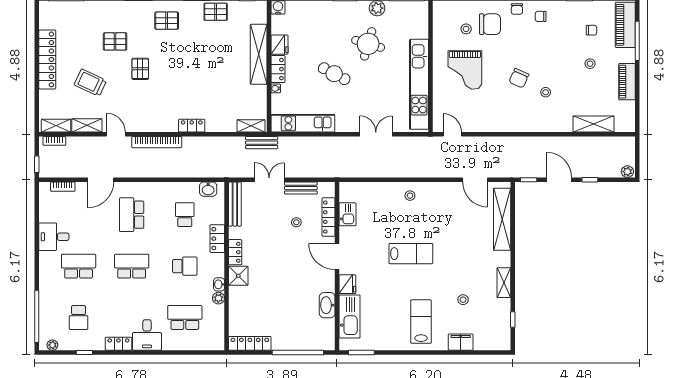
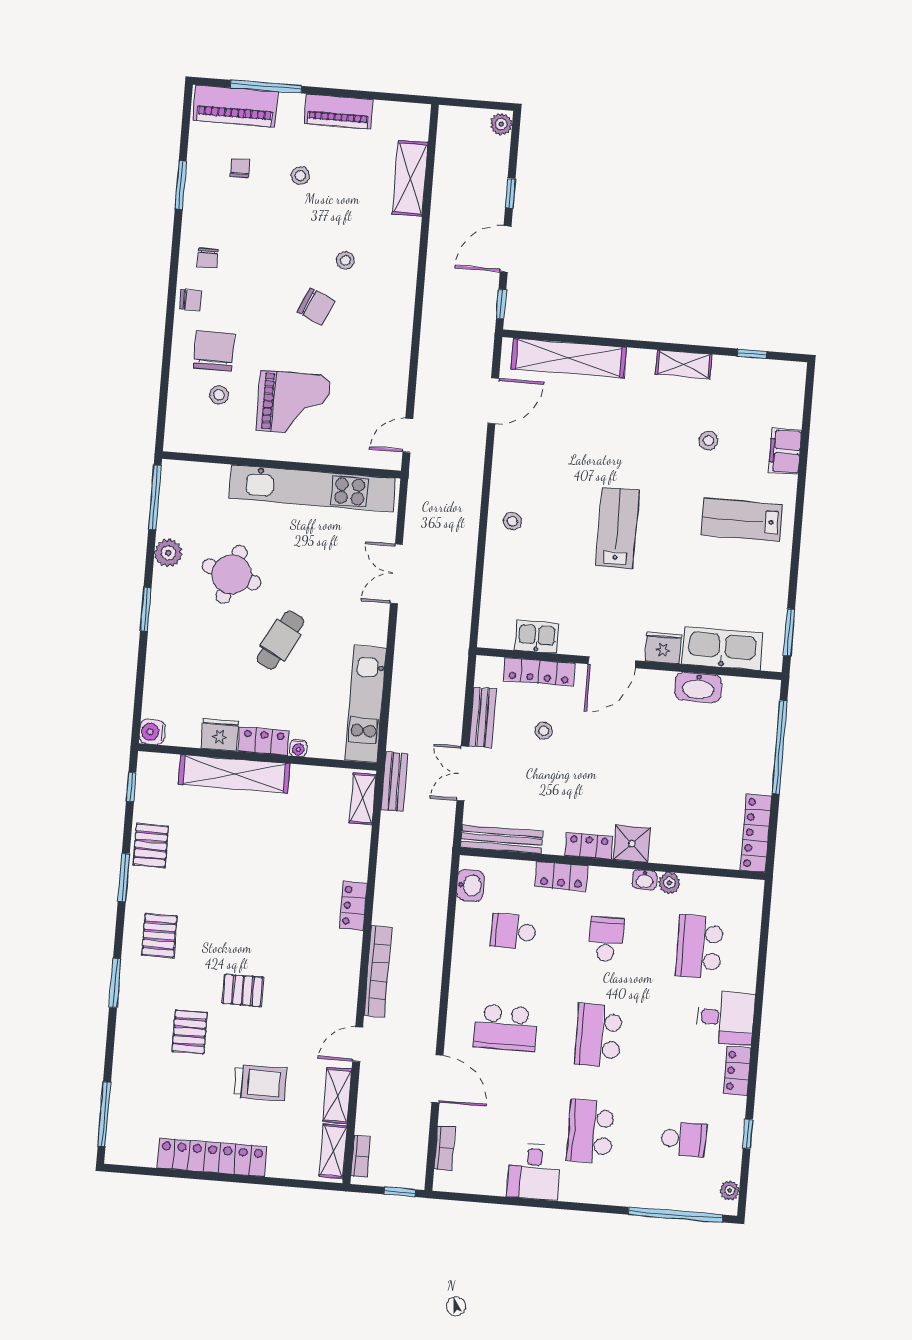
trolley: (90, 83) -> (260, 1083), turned -115

